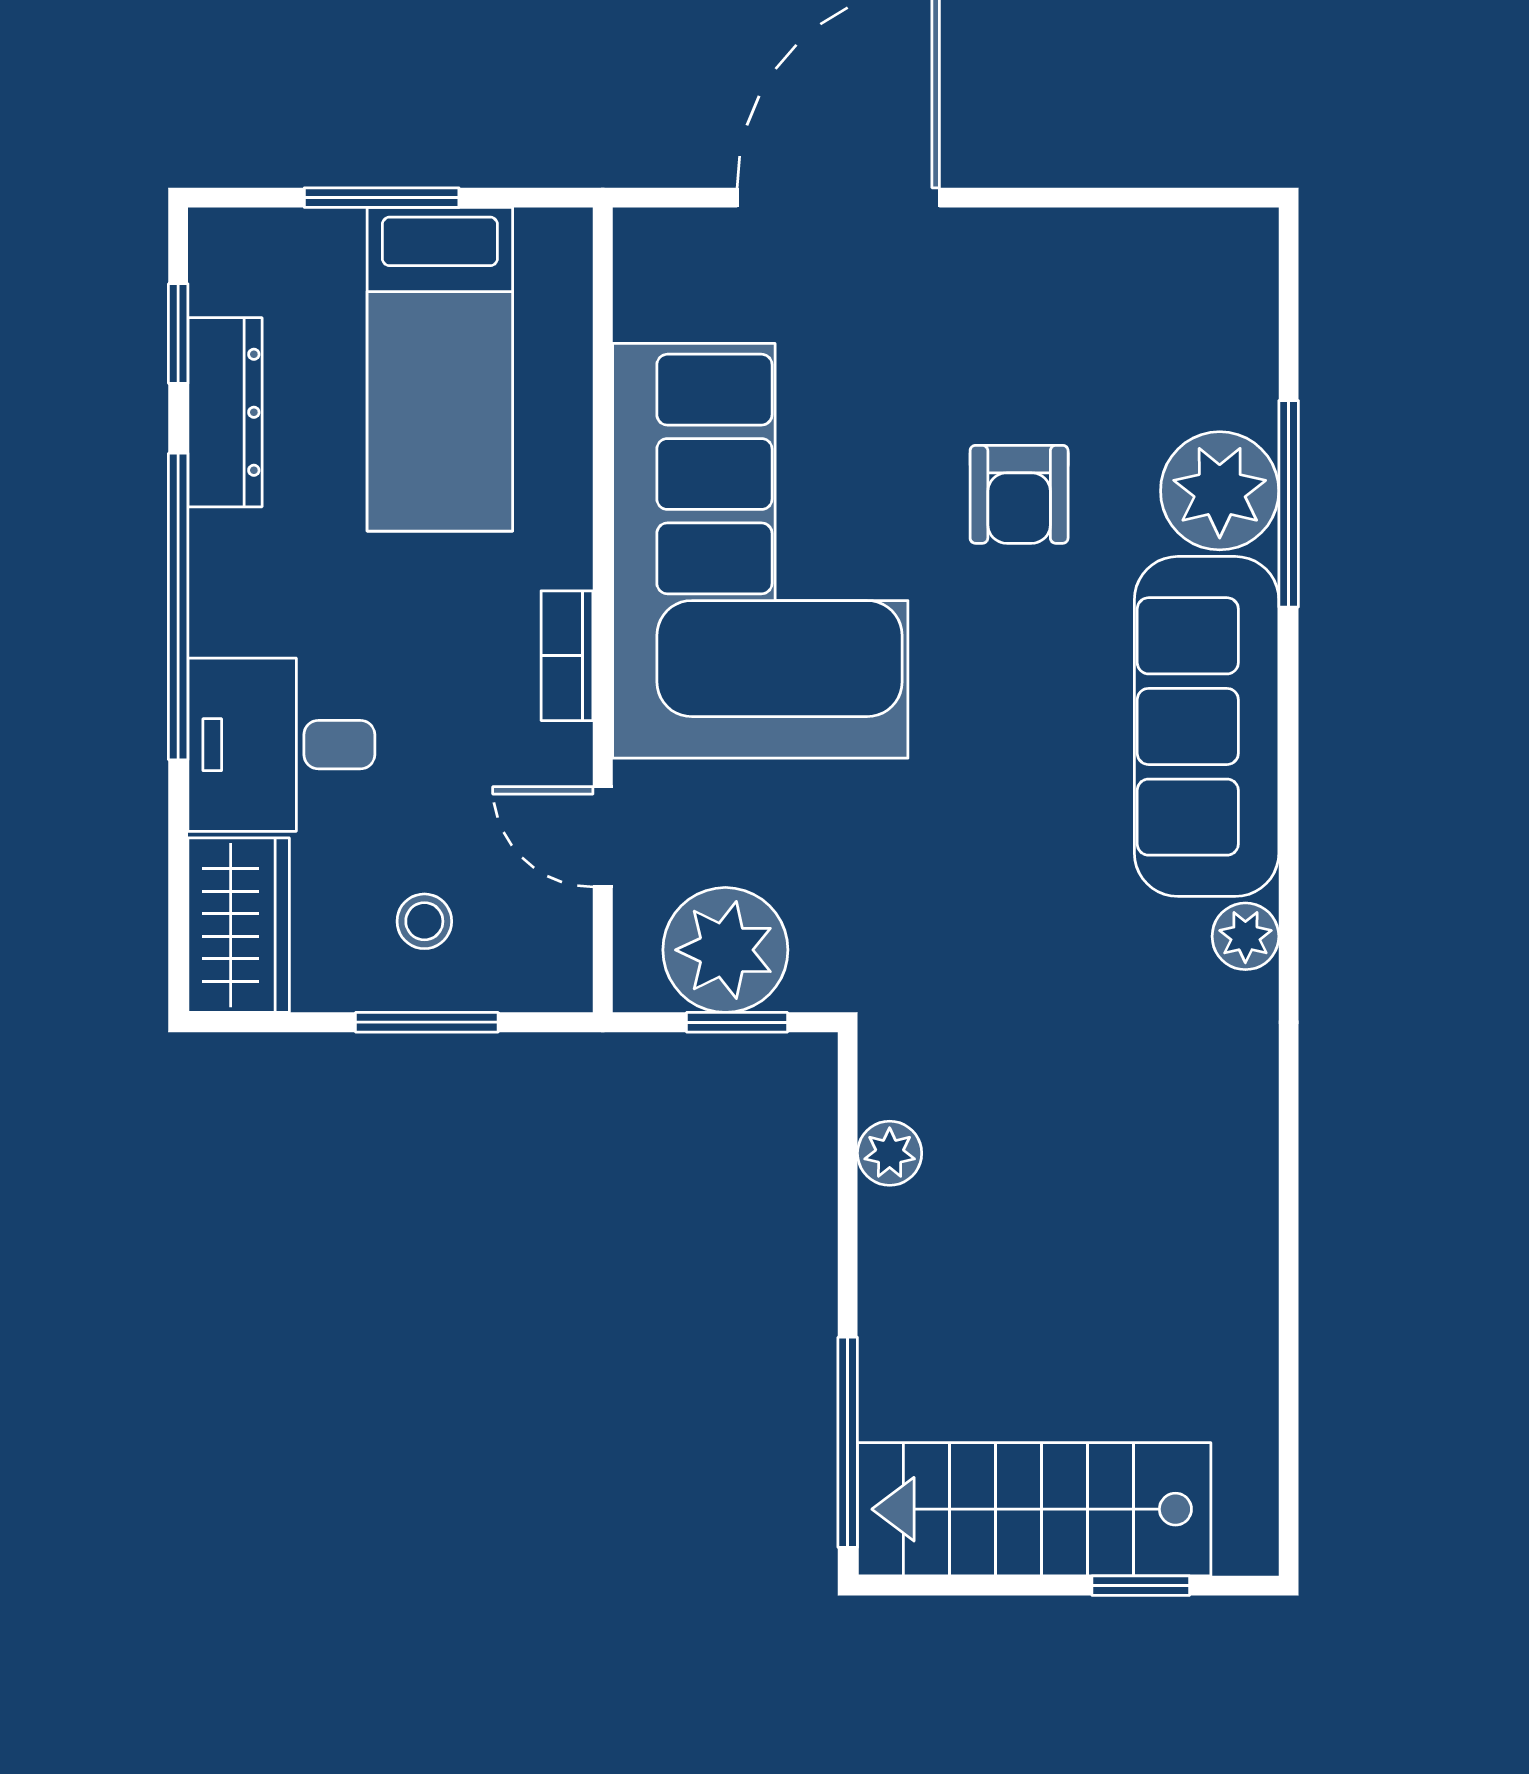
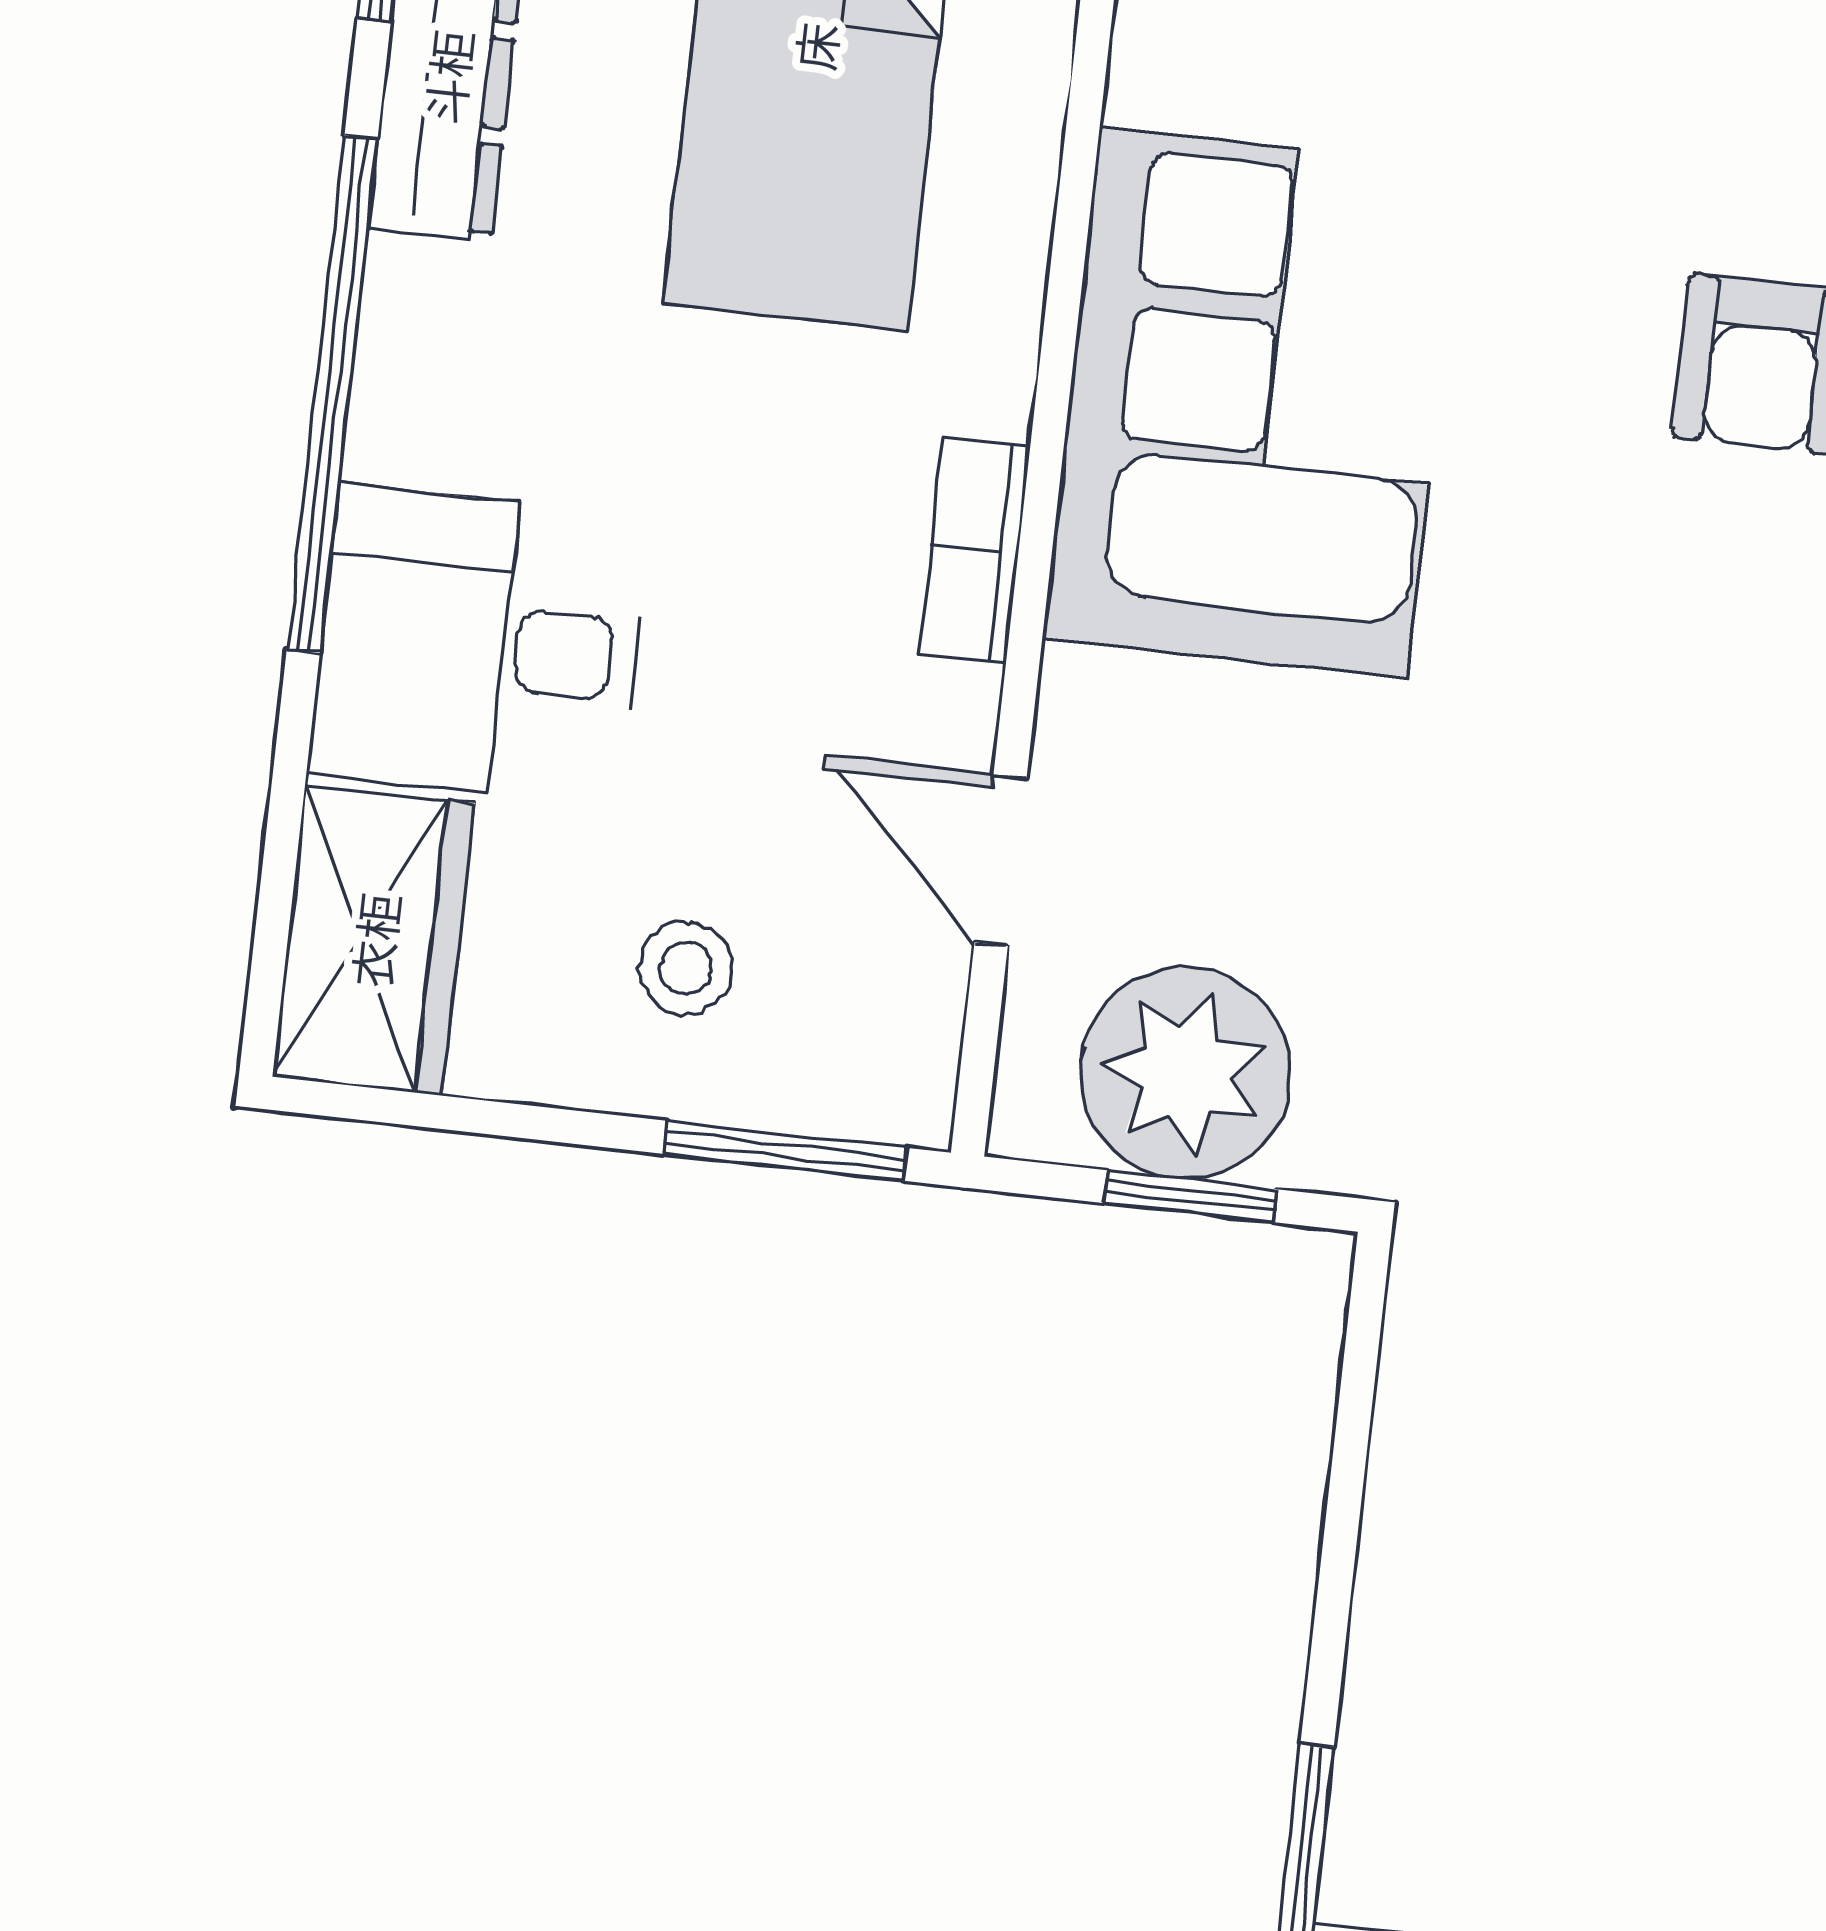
corner sofa: (760, 551) -> (1253, 403), width x0.73, depth x0.74
window: (427, 1022) -> (785, 1151), moved
plant: (890, 1153) -> (1422, 1445), removed

